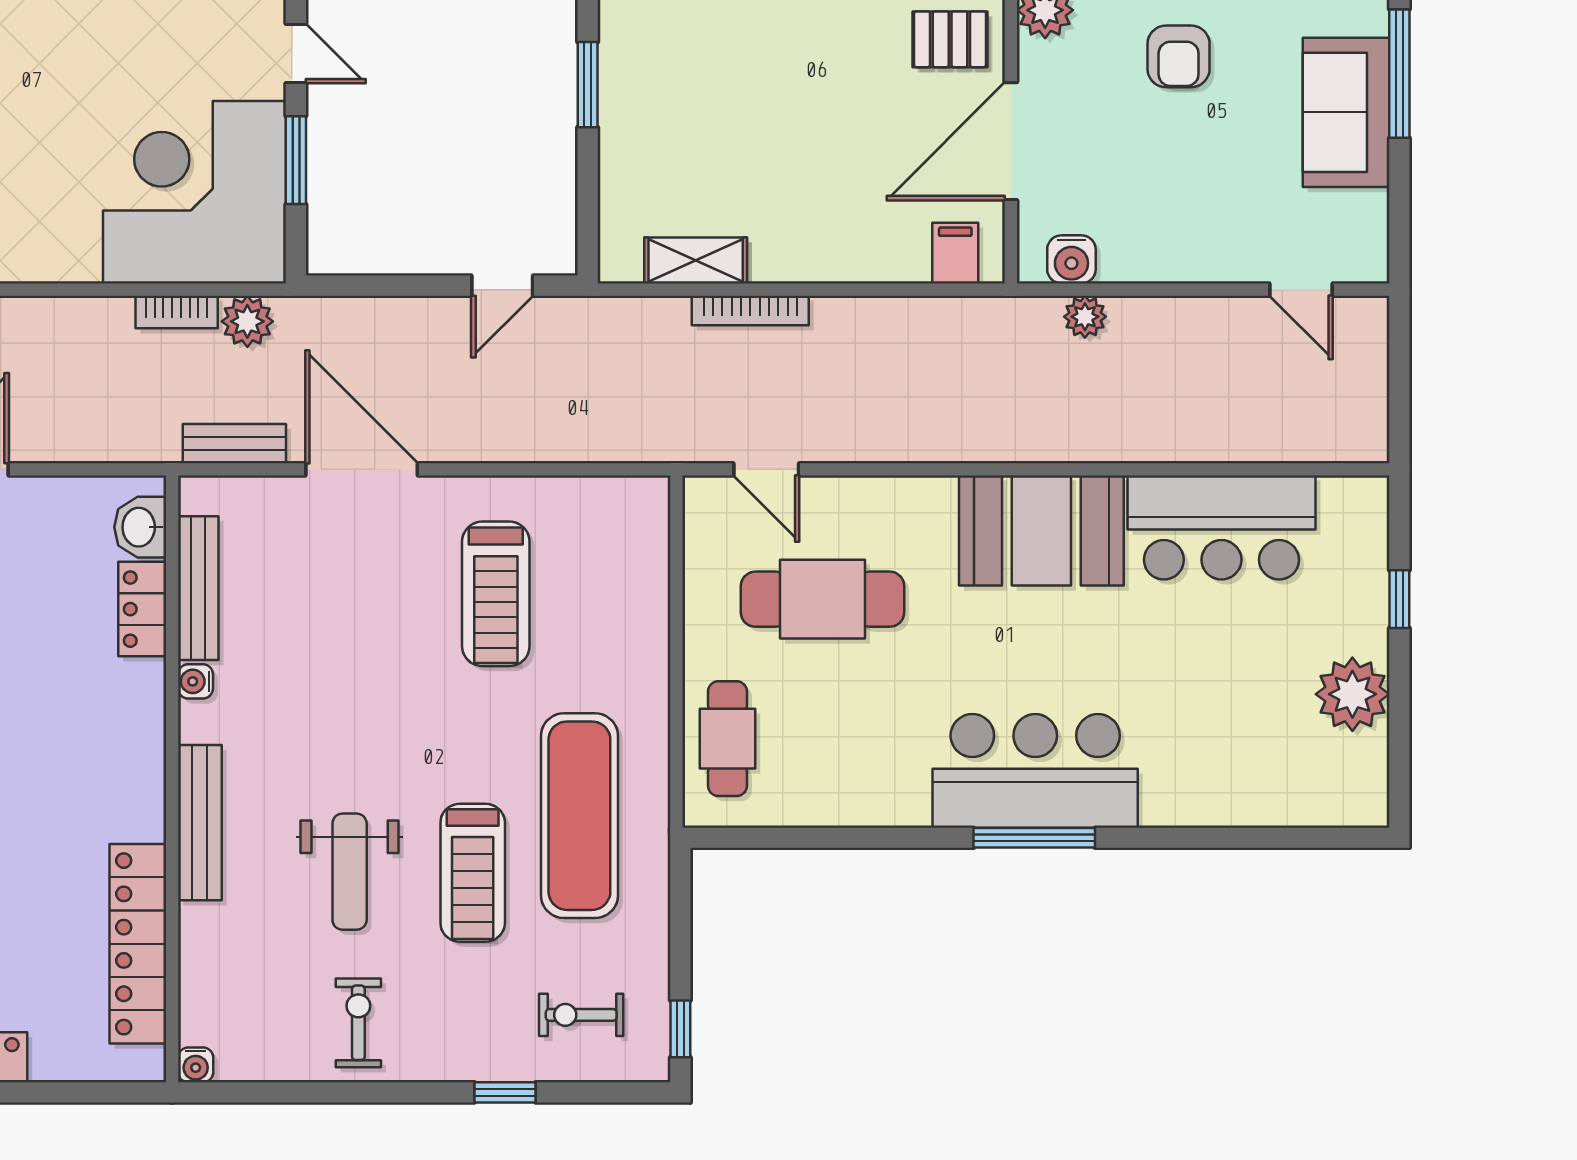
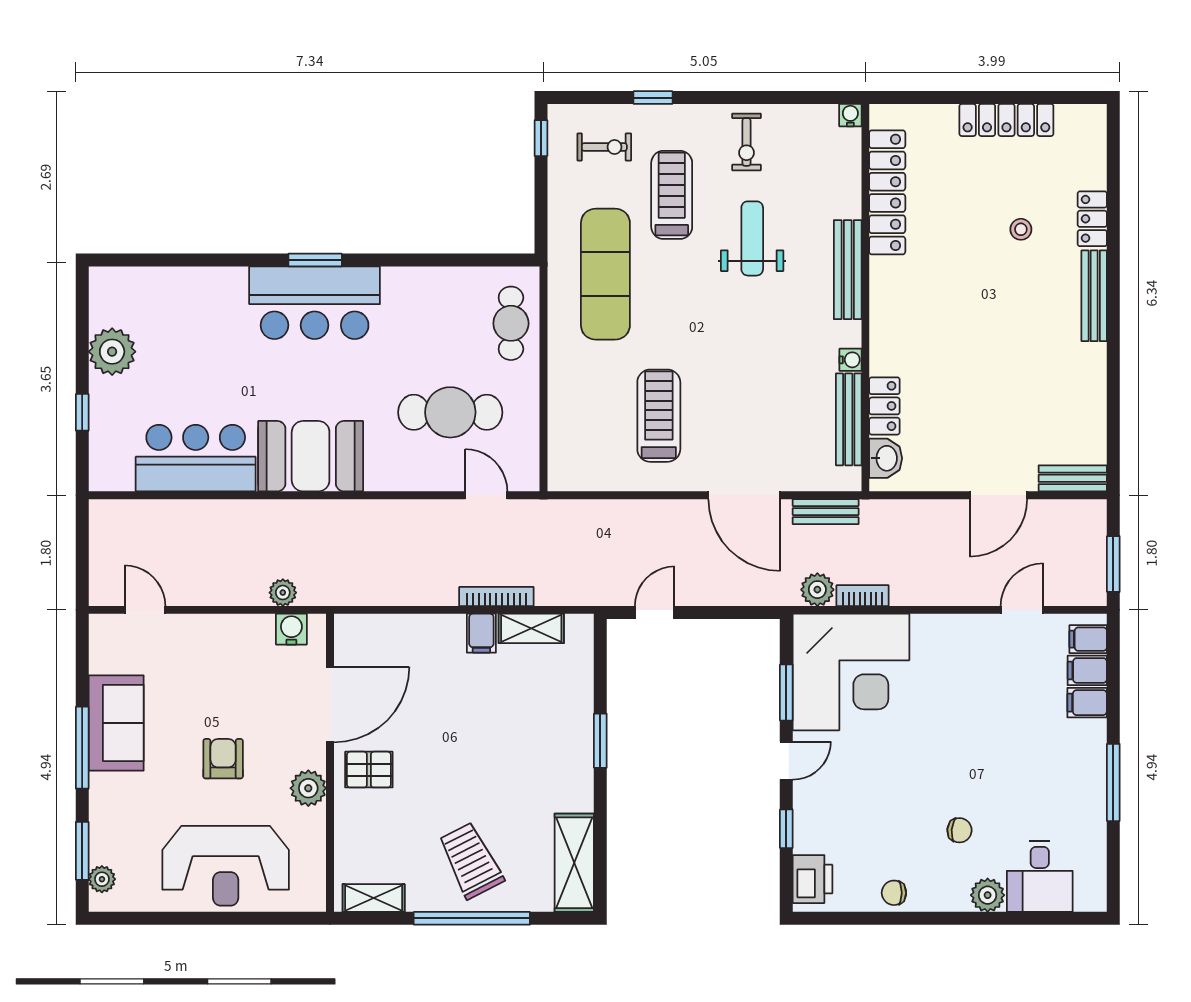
door: (296, 53) -> (786, 761), swing flipped
filing cabinet: (955, 253) -> (481, 633), moved
window: (1034, 838) -> (315, 260), width x0.69
treadmill: (473, 873) -> (672, 195), moved

